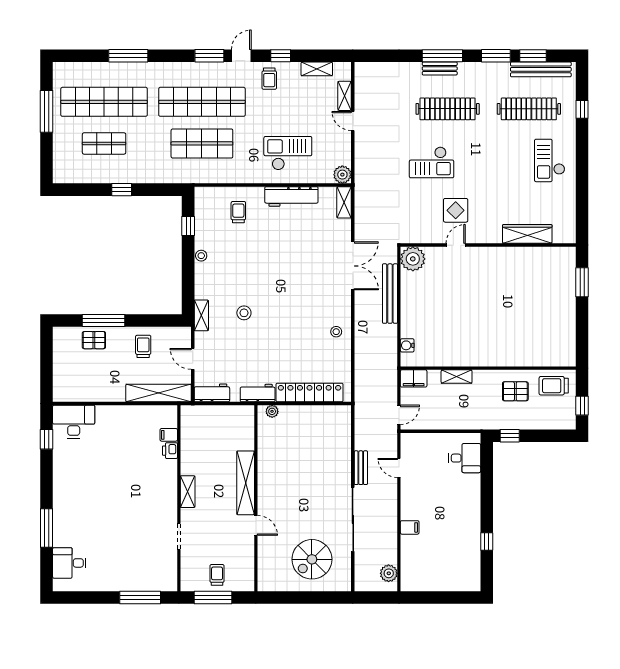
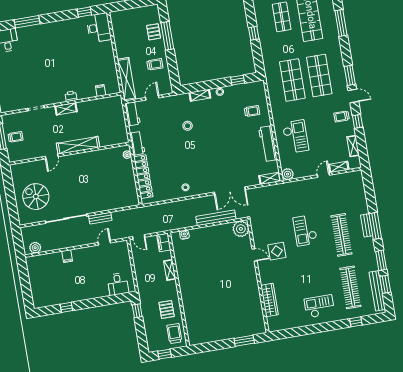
shop shelf: (202, 102) -> (319, 76), width x0.71
shelving: (201, 315) -> (200, 95), moved
printer: (170, 451) -> (71, 96), moved

